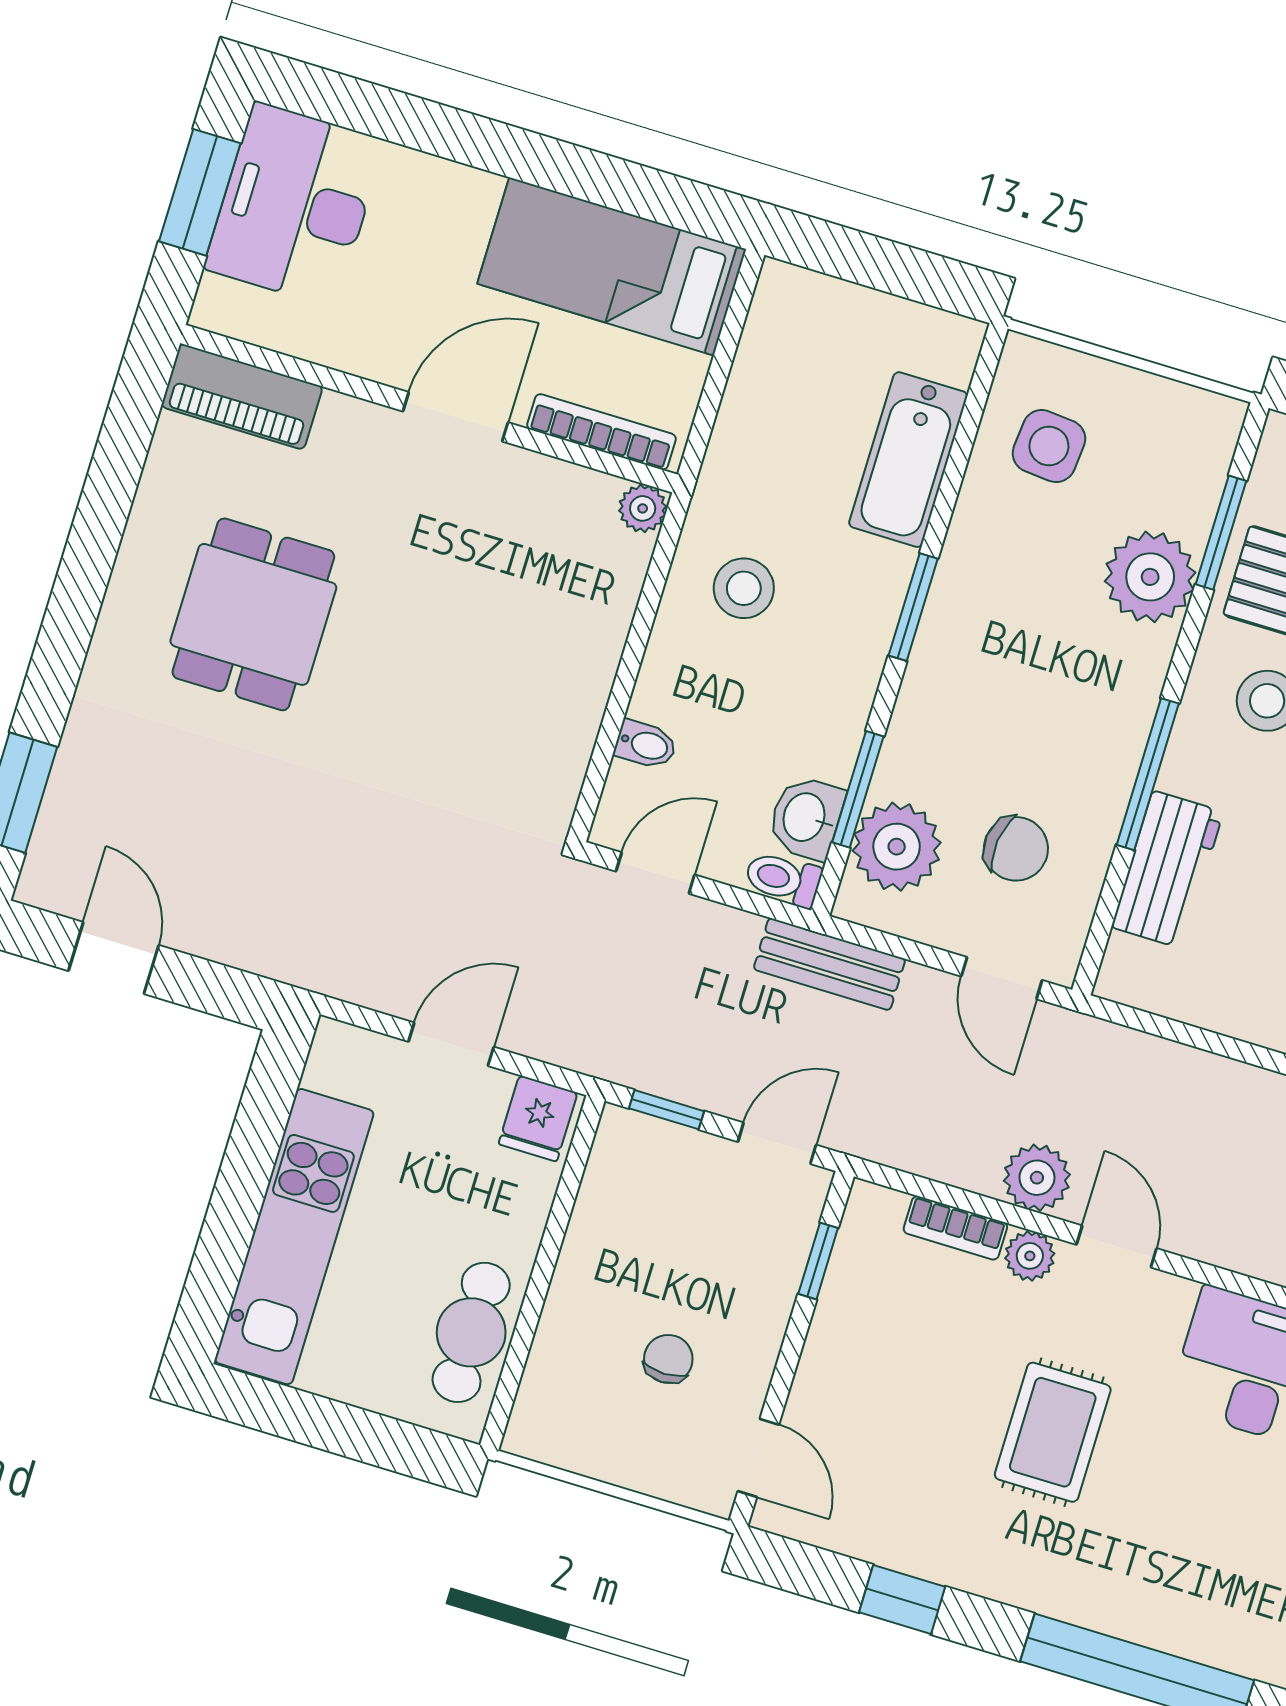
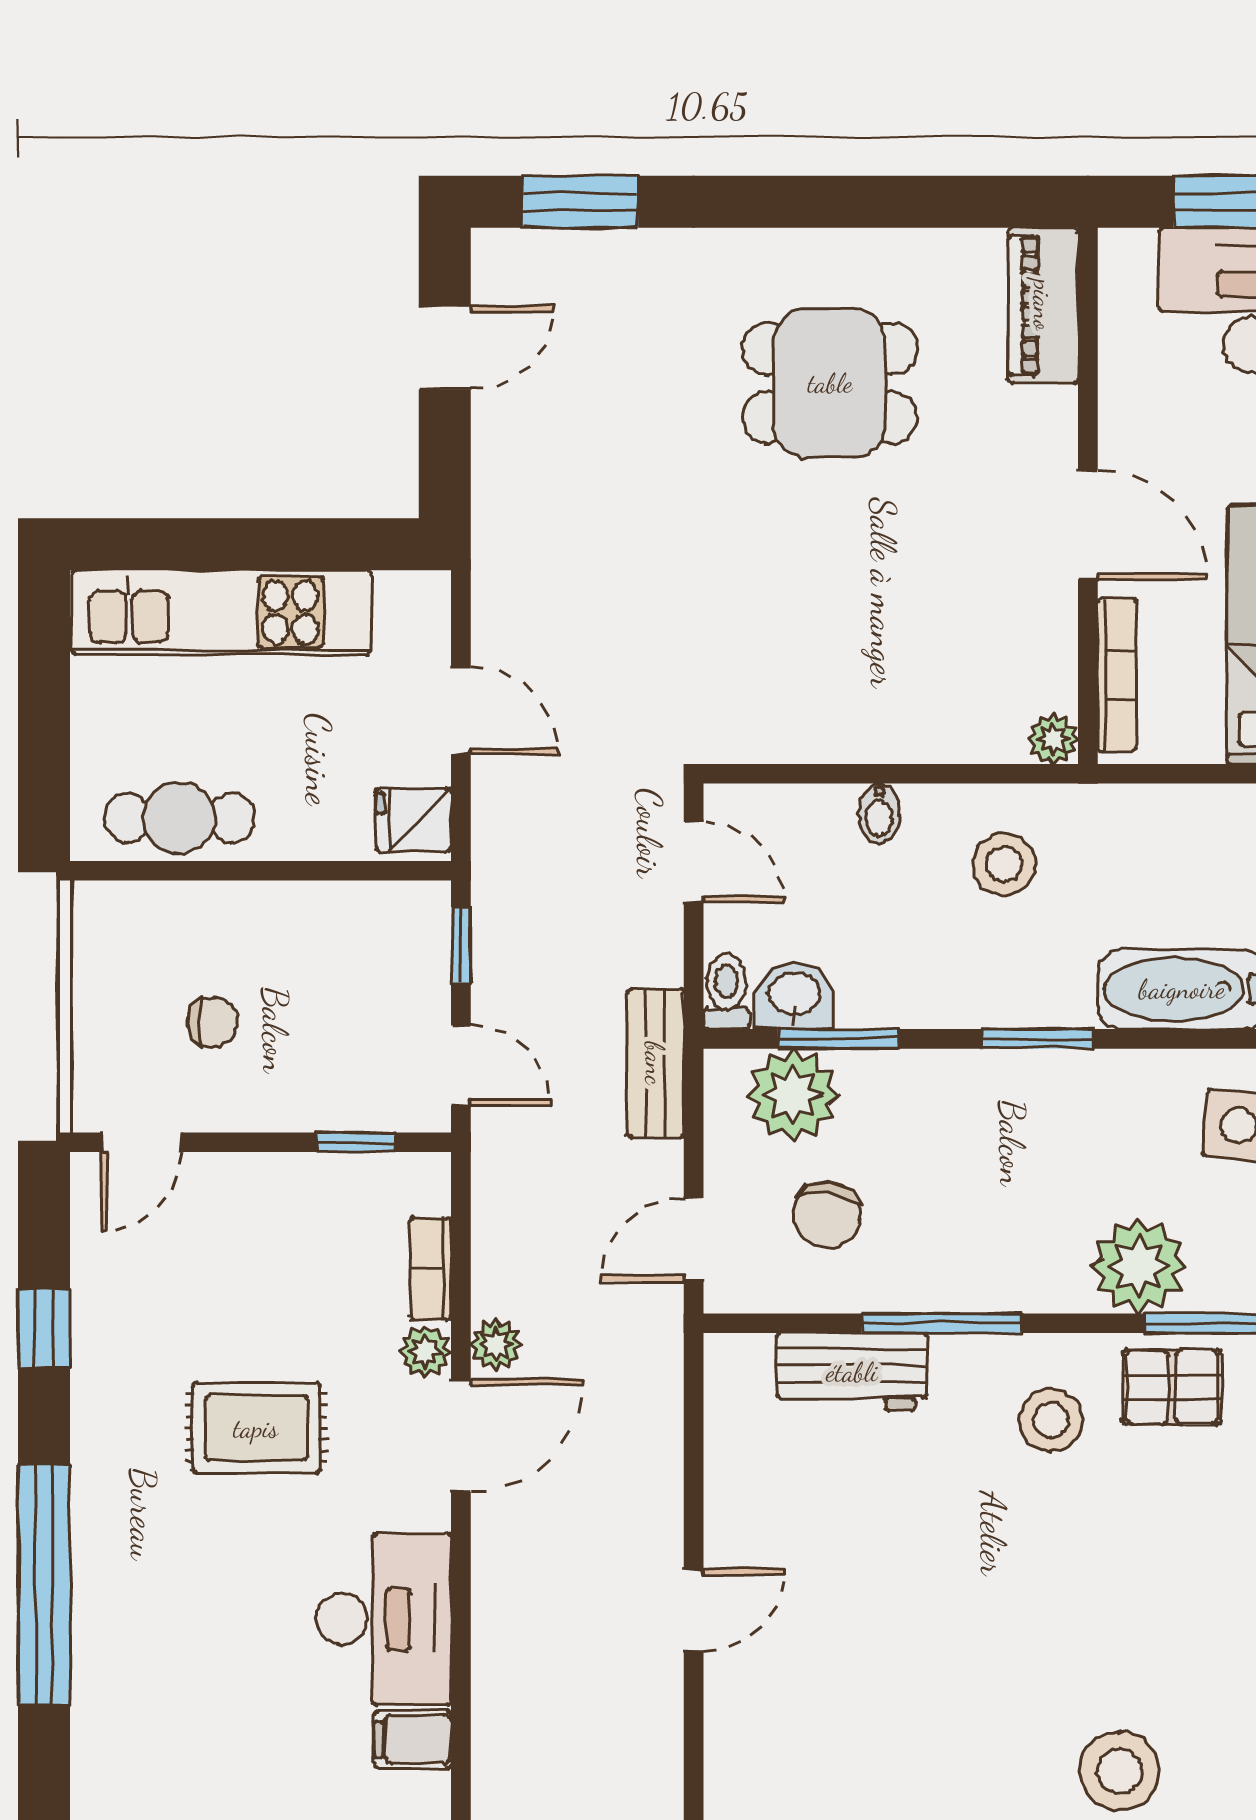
bidet: (646, 745) -> (879, 814), moved
plant: (1037, 1178) -> (496, 1345), width x0.73, depth x0.73
door: (1117, 1246) -> (461, 1435), width x1.38

